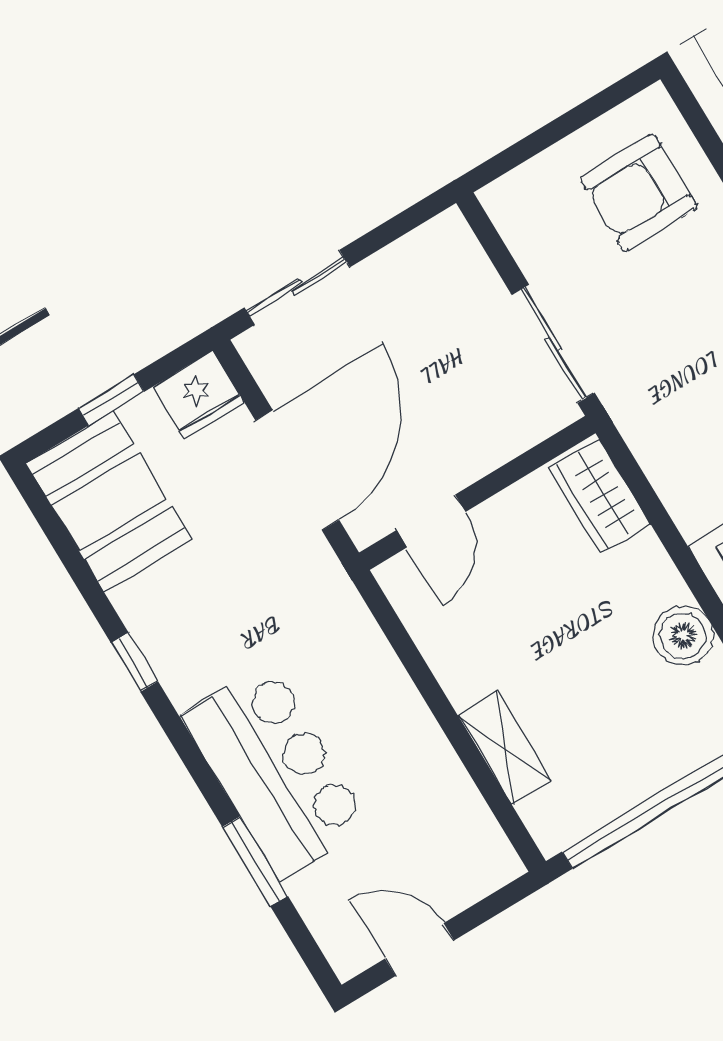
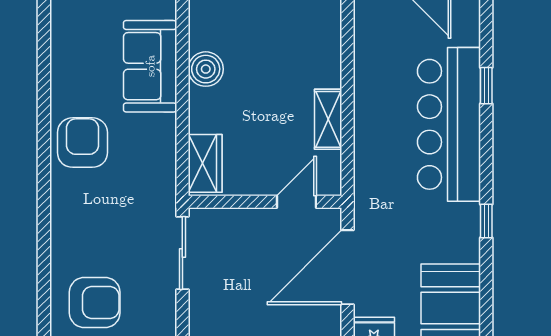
shelving: (505, 748) -> (328, 119), moved
bar counter: (276, 771) -> (449, 124), width x1.36
window: (255, 862) -> (486, 86), width x0.67

